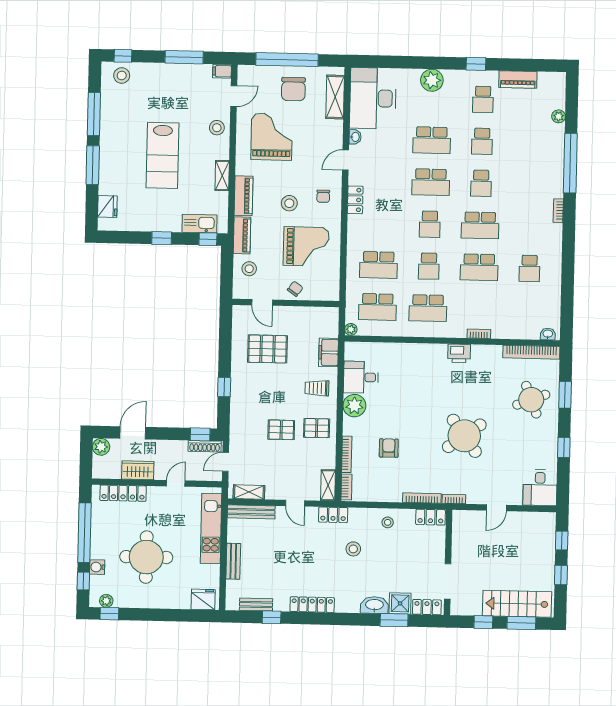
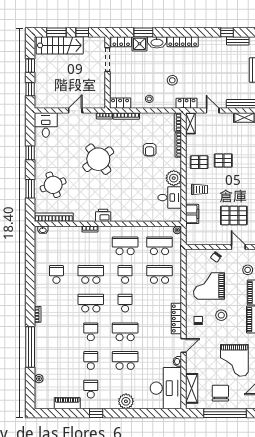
locker: (355, 200) -> (176, 318), width x1.53
locker: (312, 605) -> (183, 42), moved

